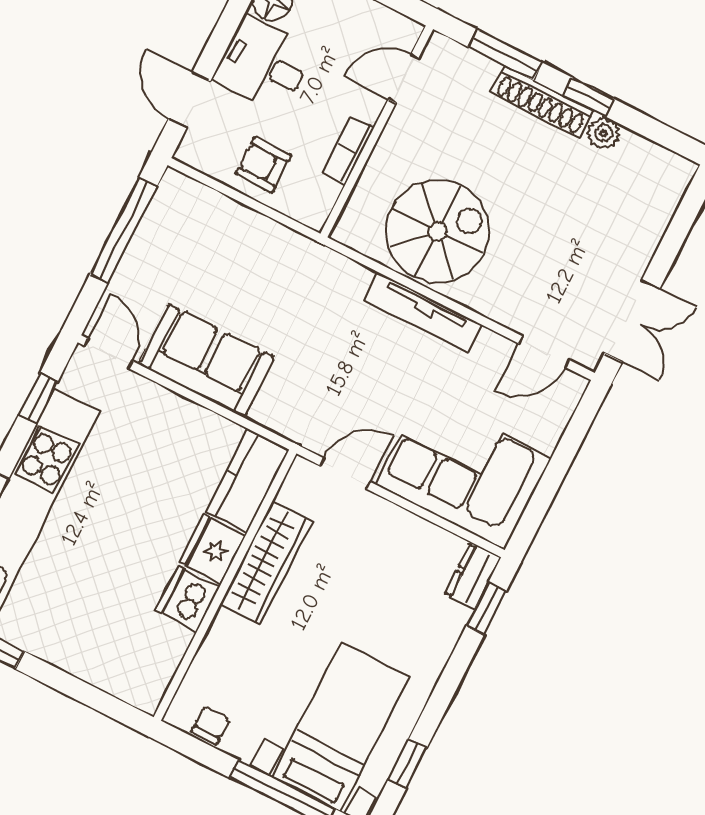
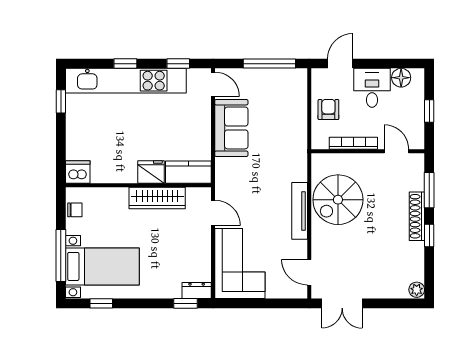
plant: (604, 133) -> (417, 290), moved
bookcase: (349, 150) -> (353, 143), width x1.56
spiral stairs: (438, 231) -> (338, 200), turned 90
door: (109, 354) -> (213, 84), hinge flipped
dishwasher: (188, 599) -> (78, 172), moved

